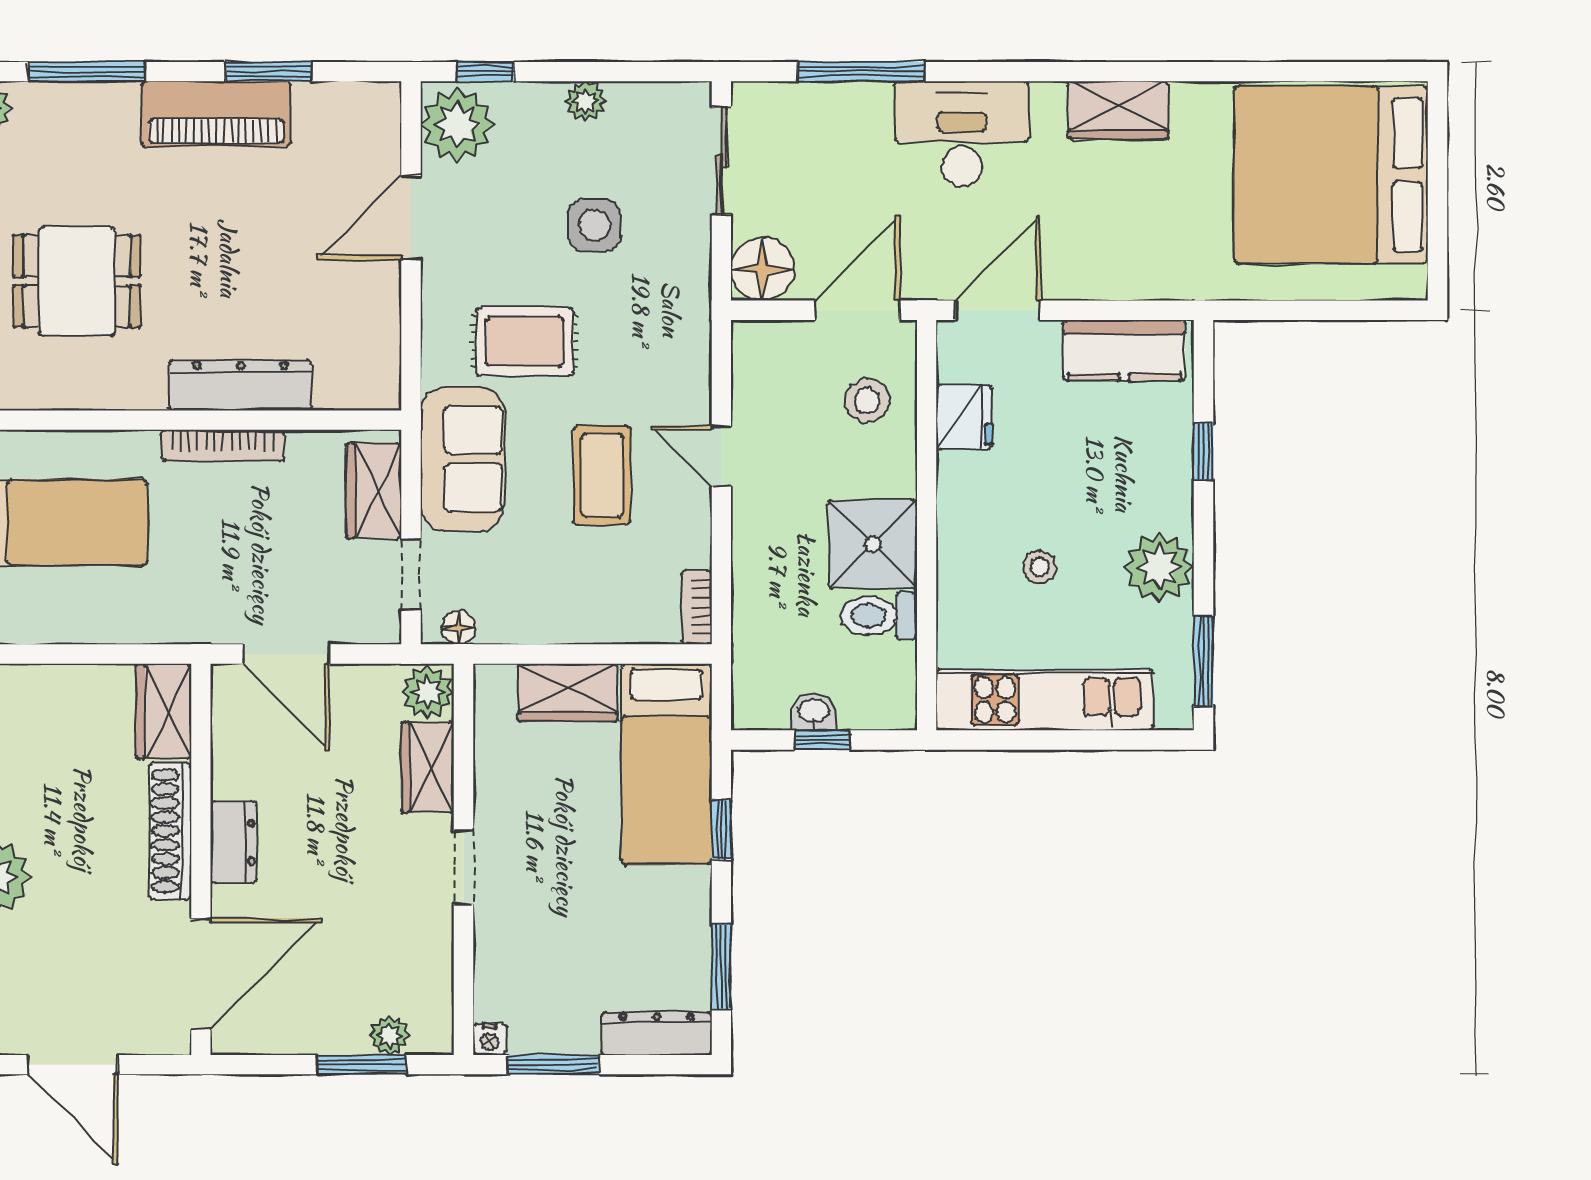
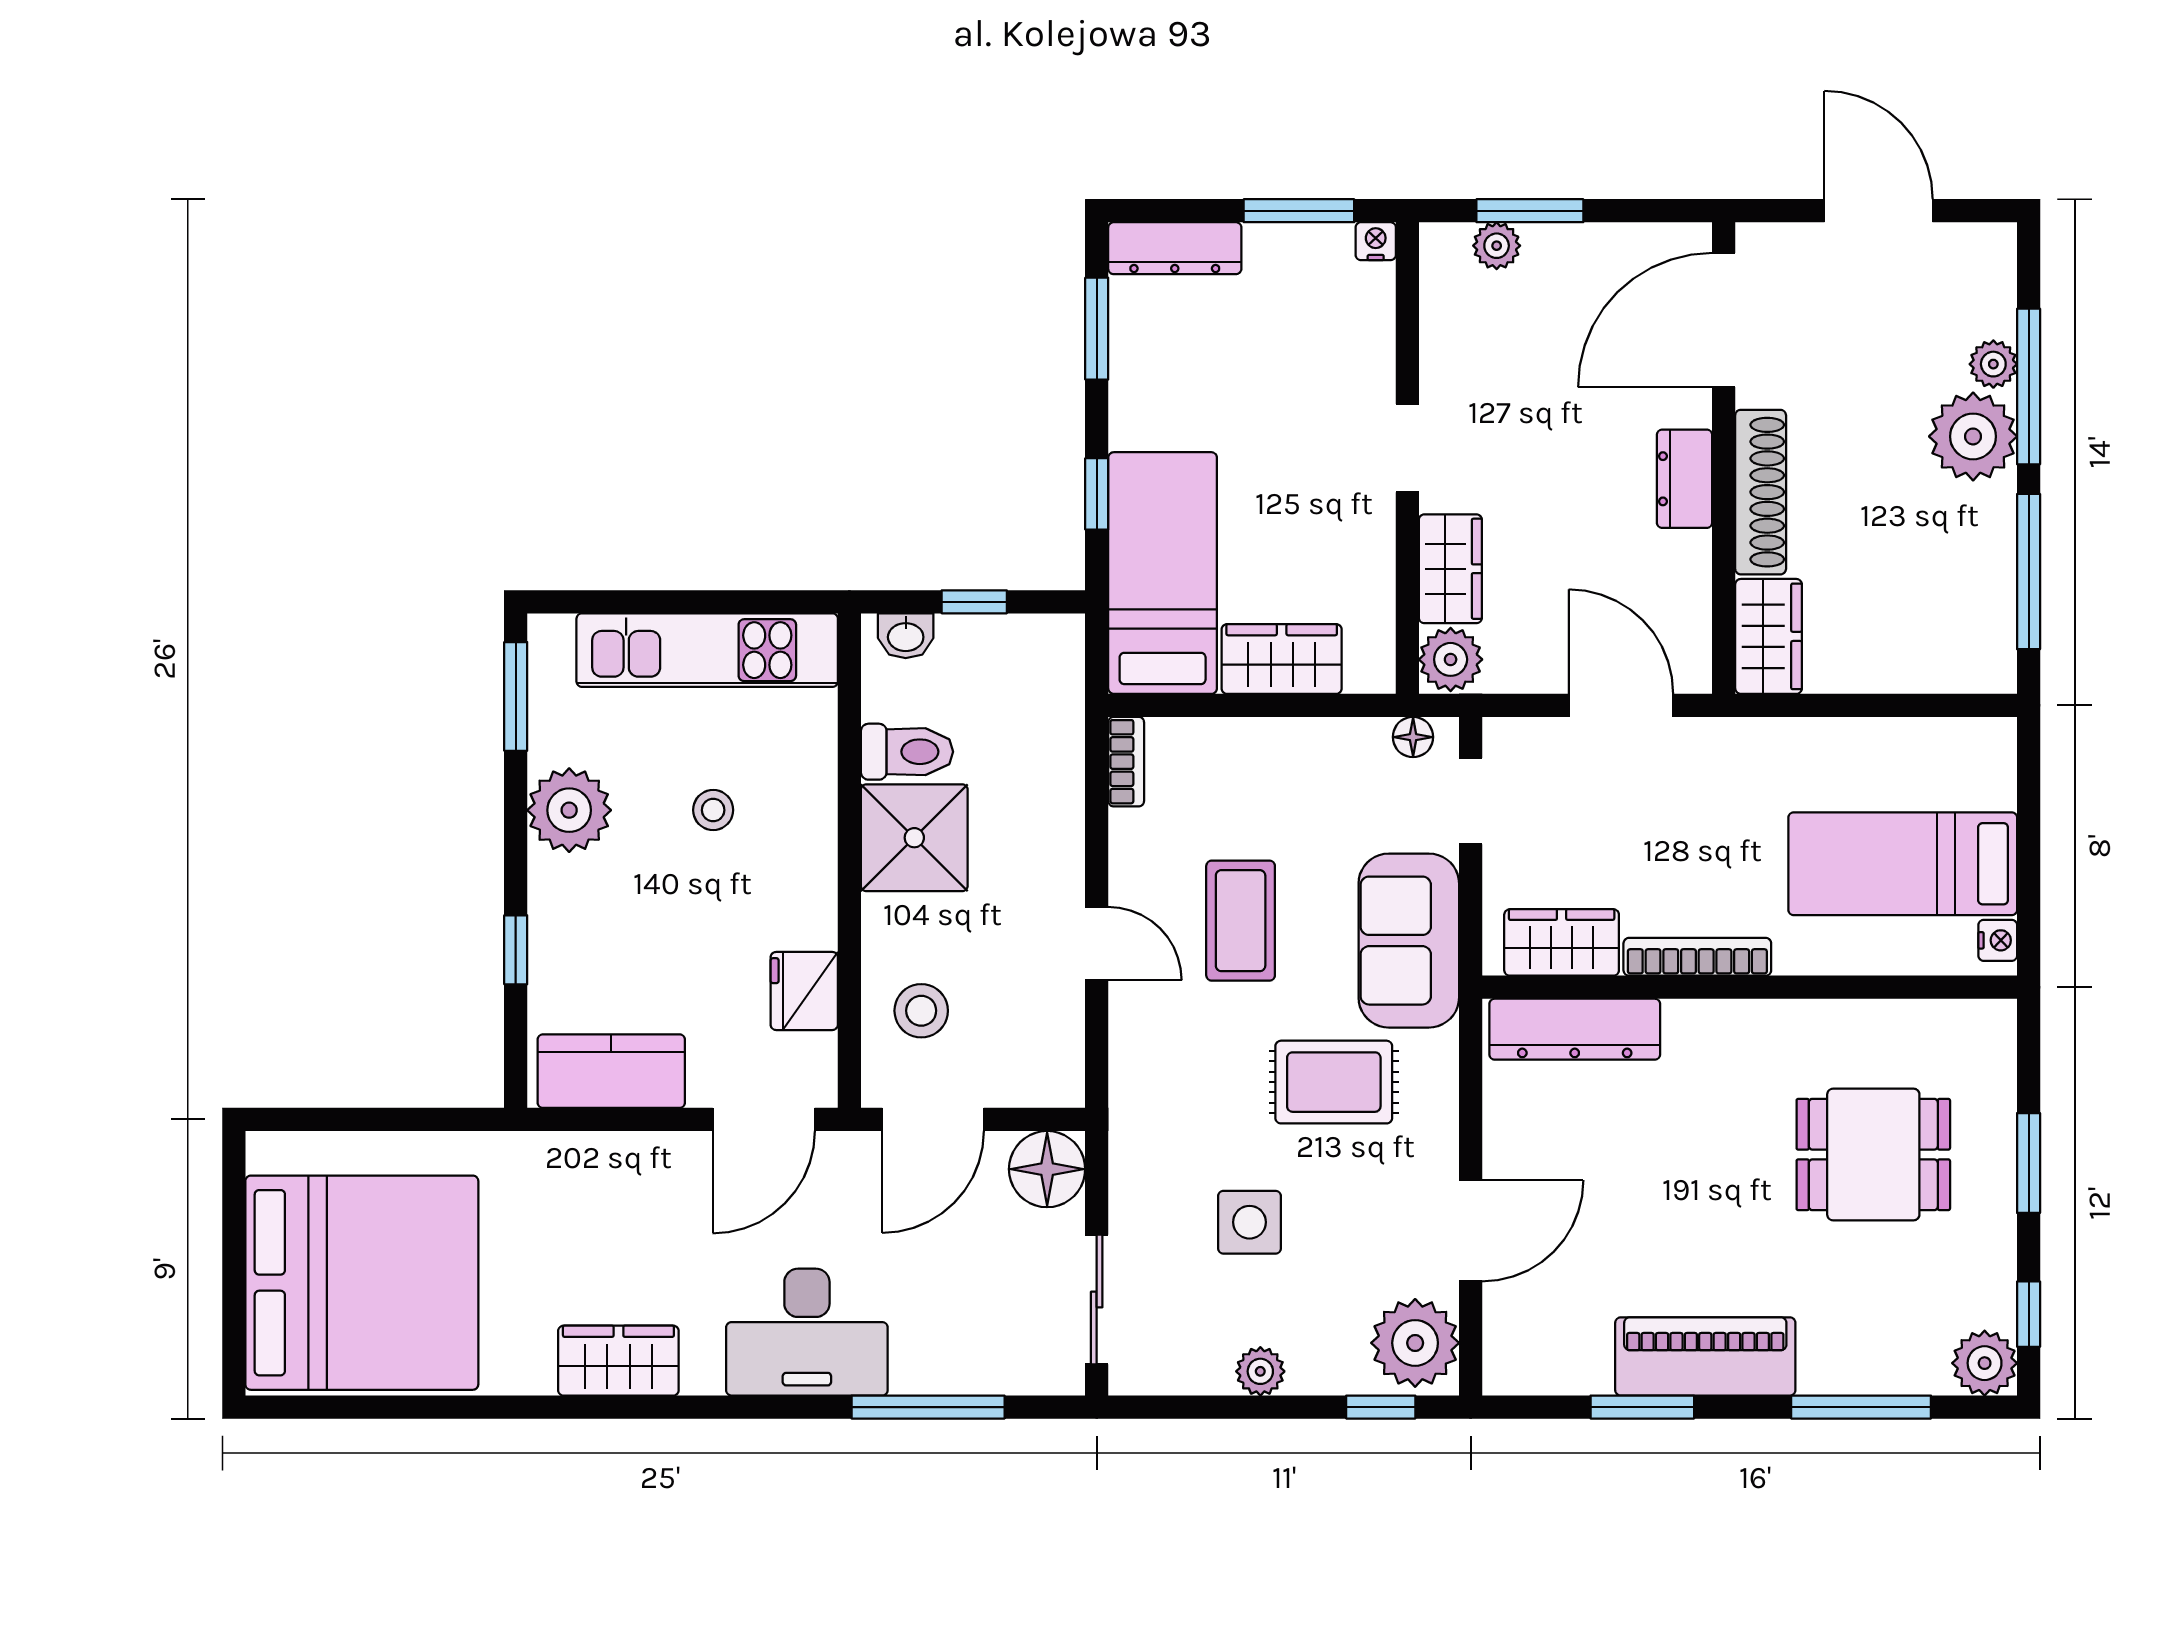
dresser: (241, 385) -> (1575, 1029), moved
wardrobe: (374, 491) -> (1562, 942), moved, turned -90
washbasin: (814, 712) -> (906, 636), moved

